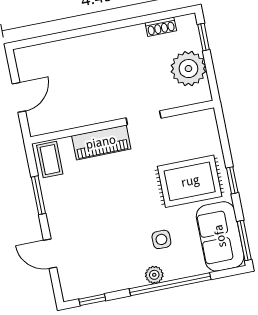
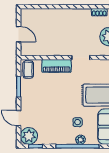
door: (19, 97) -> (19, 34), hinge flipped
plant: (154, 275) -> (81, 140), moved
plant: (76, 283) -> (29, 136), added

